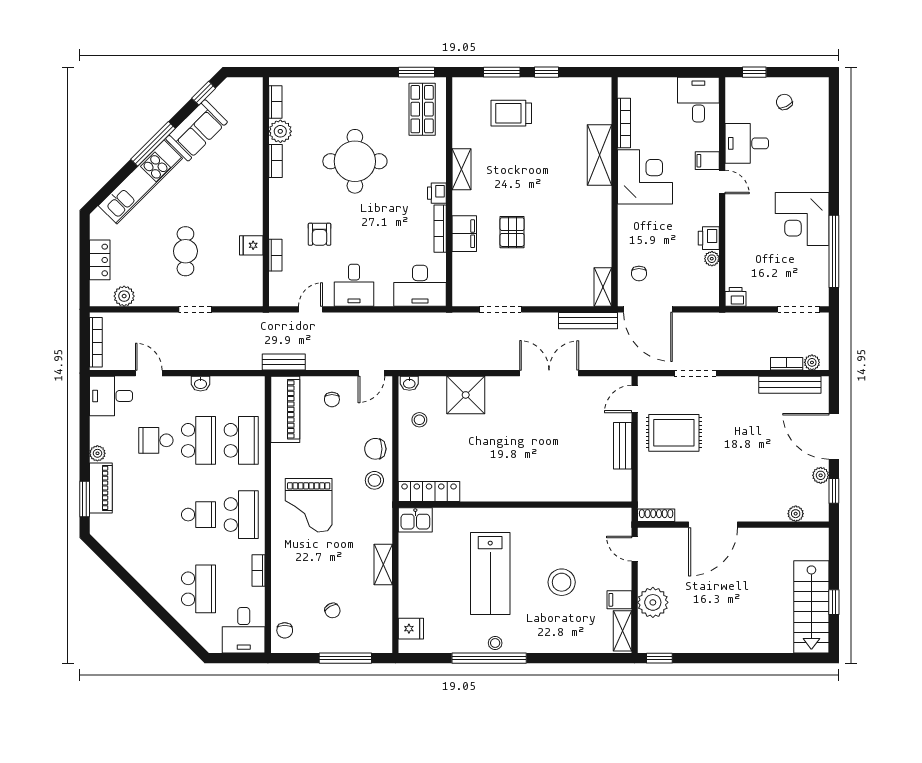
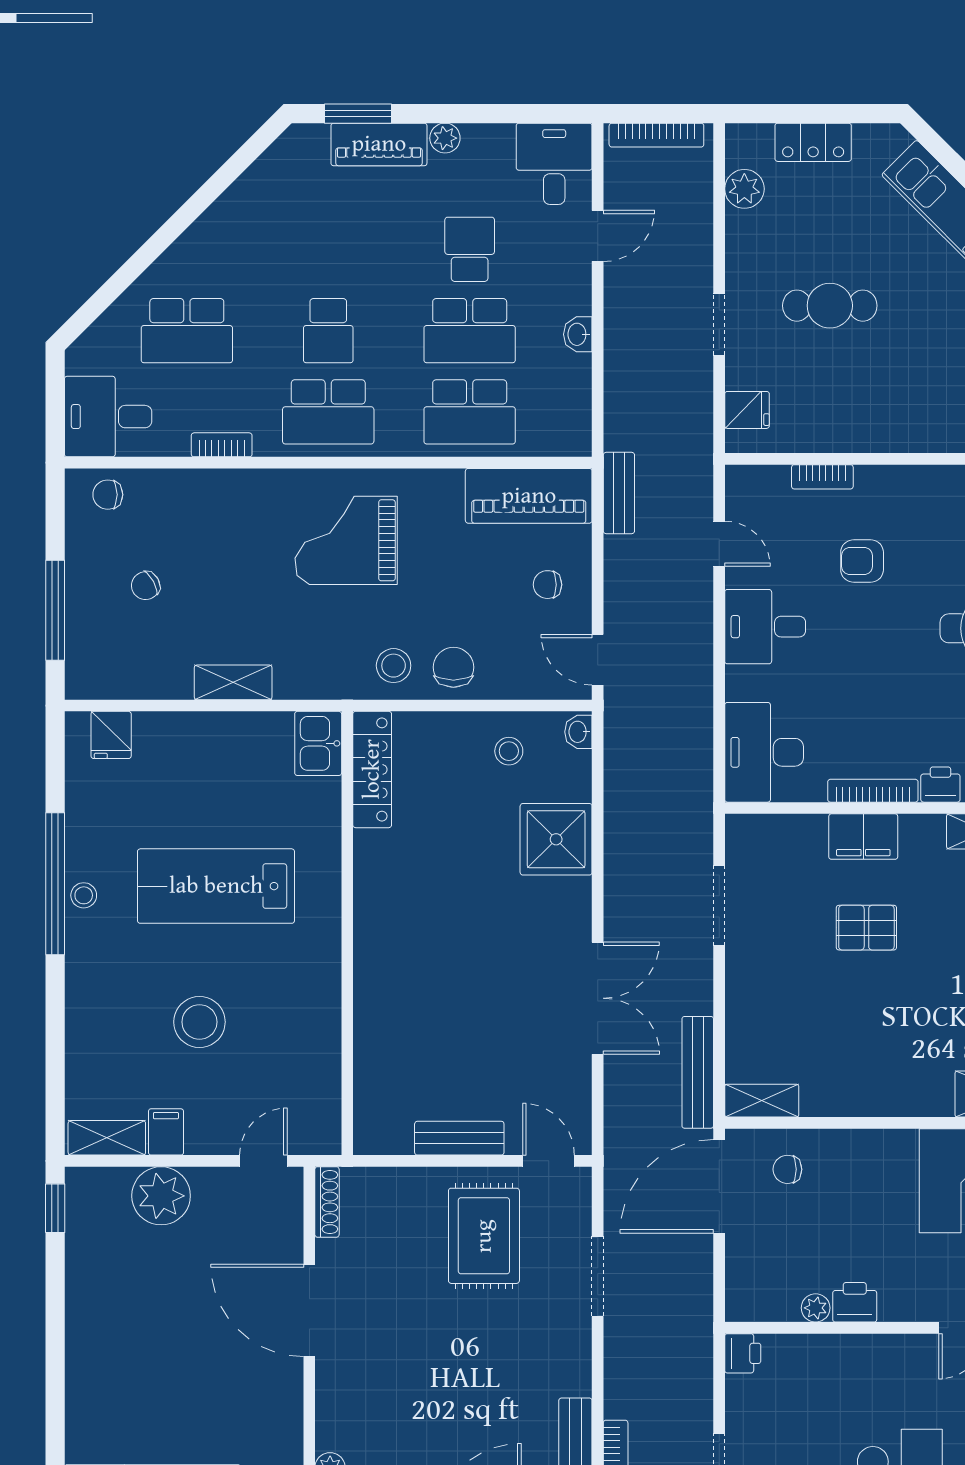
fridge: (251, 245) -> (747, 410), moved, turned 90

